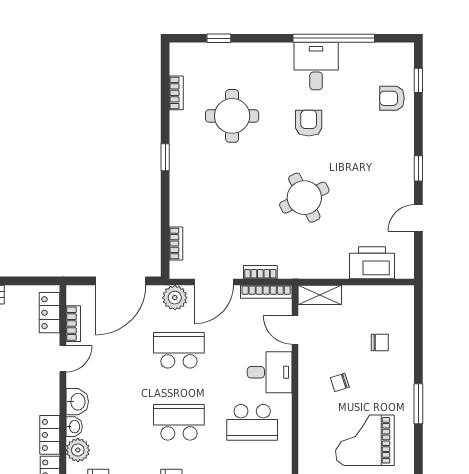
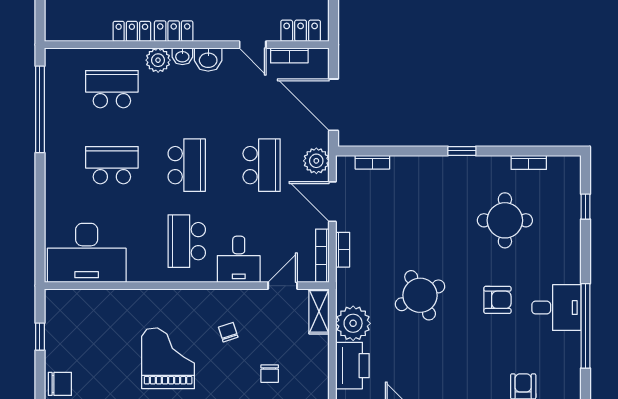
plant: (331, 262) -> (353, 323), added

